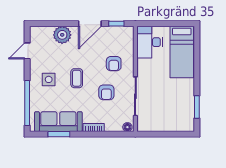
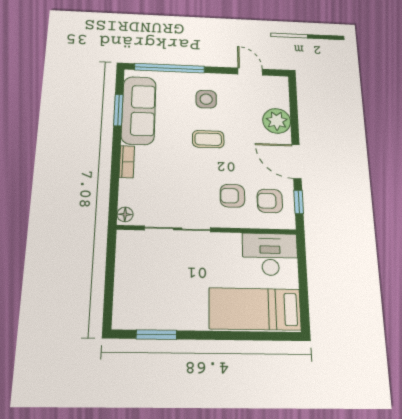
armchair: (106, 92) -> (270, 201), moved

